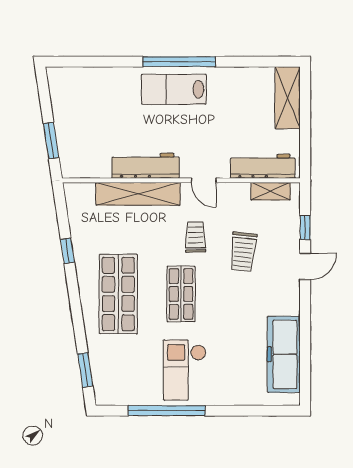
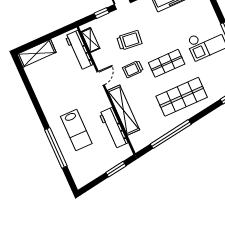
window: (179, 62) -> (56, 148), moved
lab bench: (174, 89) -> (76, 130), moved
workbench: (146, 166) -> (113, 128), moved
window: (68, 251) -> (171, 134), width x3.17

